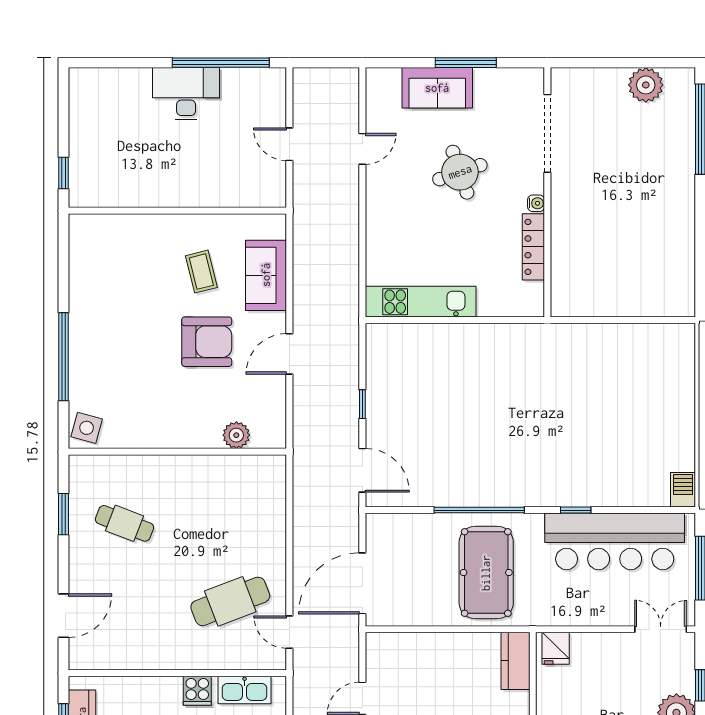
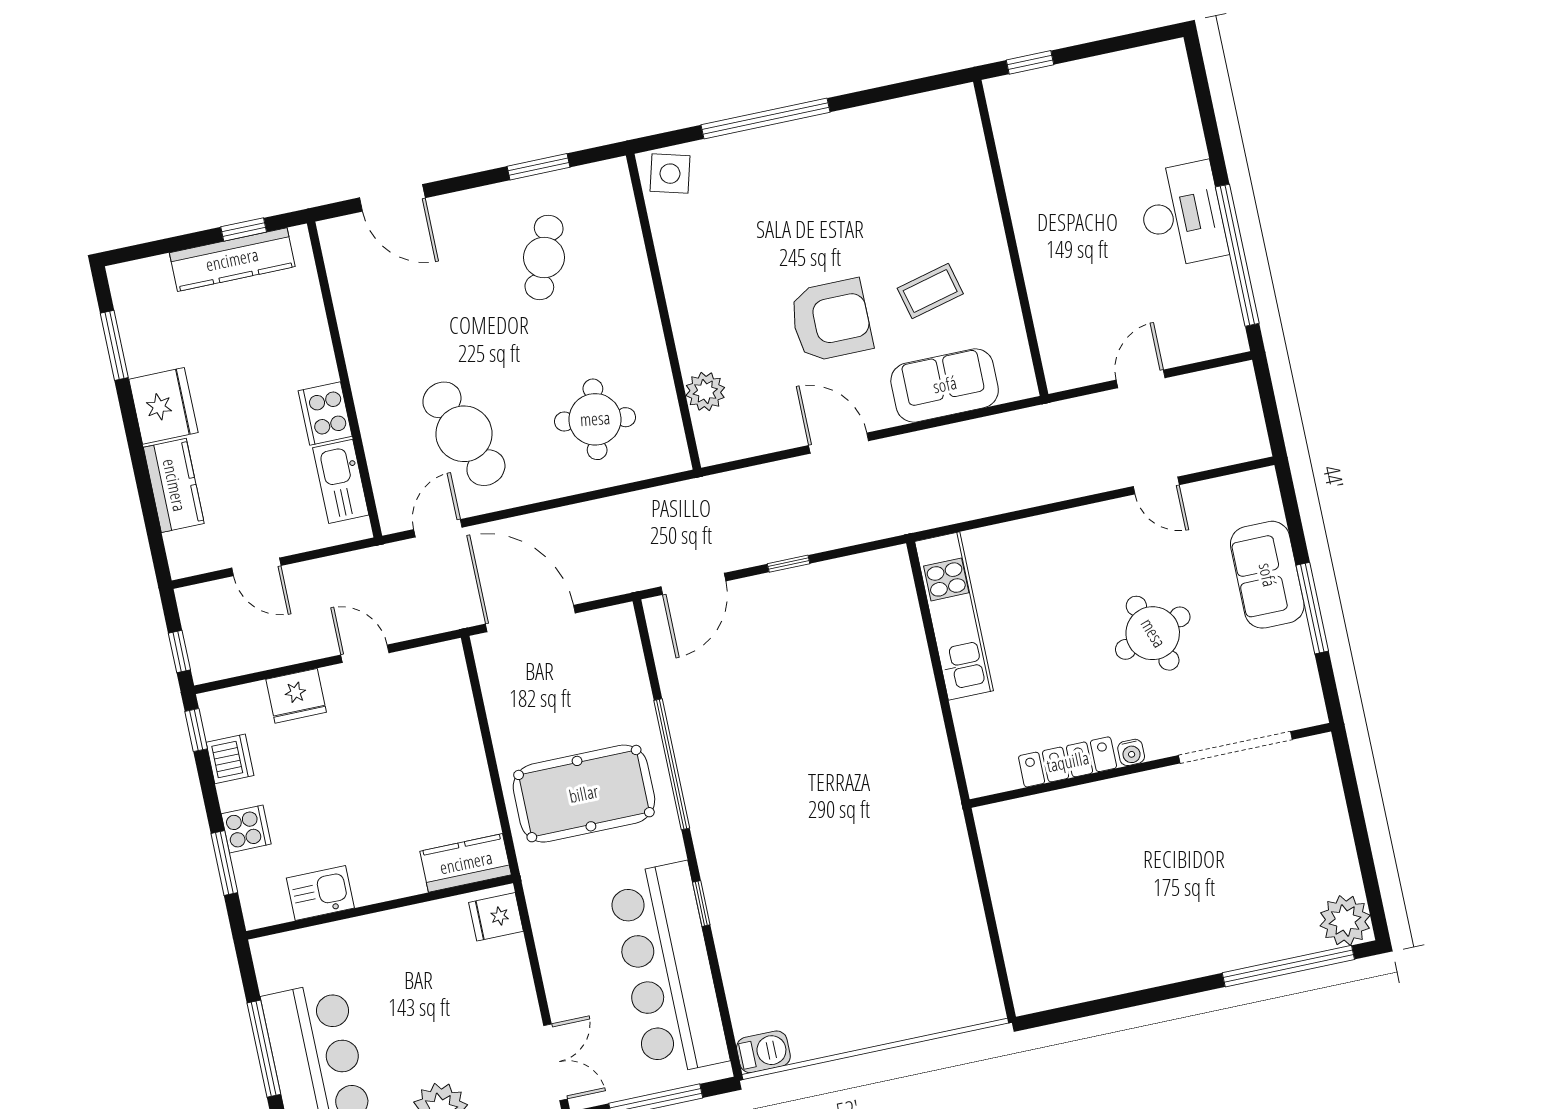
plant: (646, 85) -> (1345, 921), moved
armchair: (207, 342) -> (831, 320), turned -90
round table: (239, 512) -> (595, 419), added
cooker: (197, 691) -> (325, 414), width x1.36

